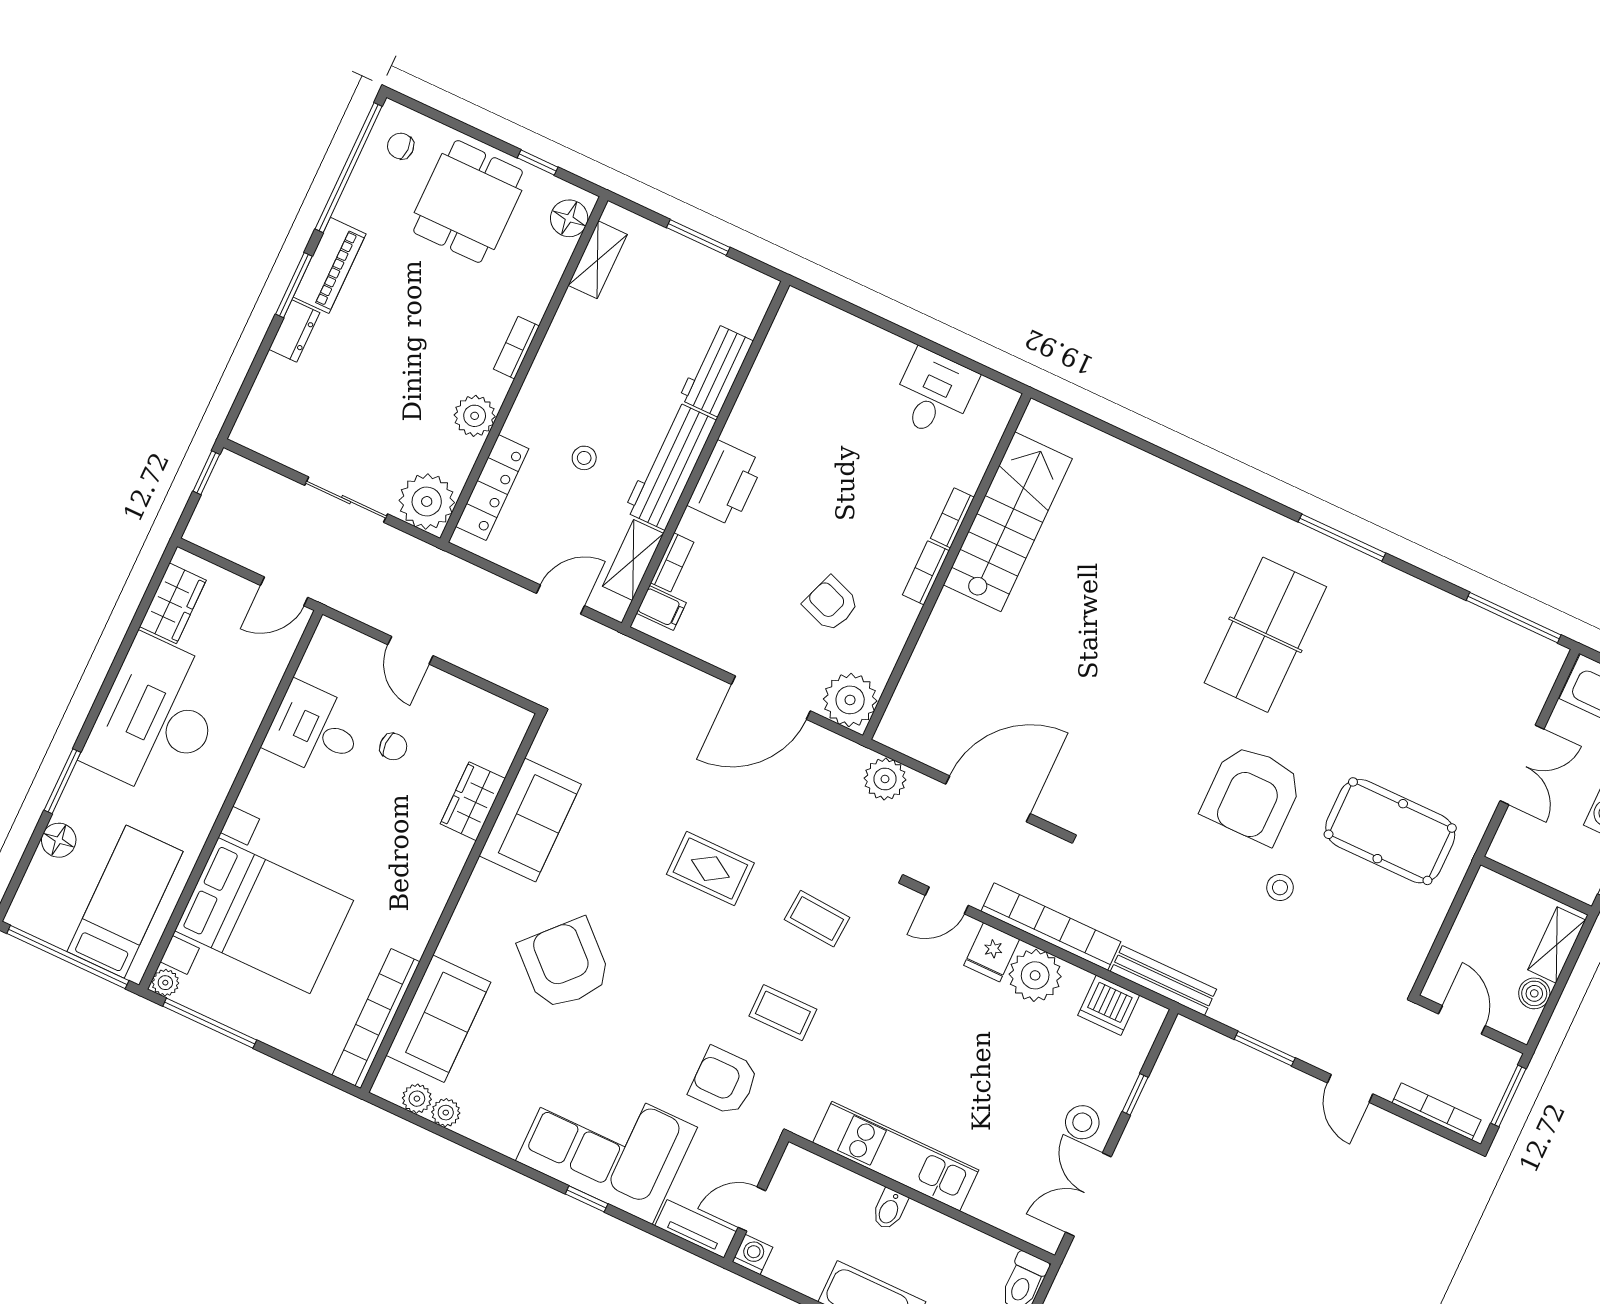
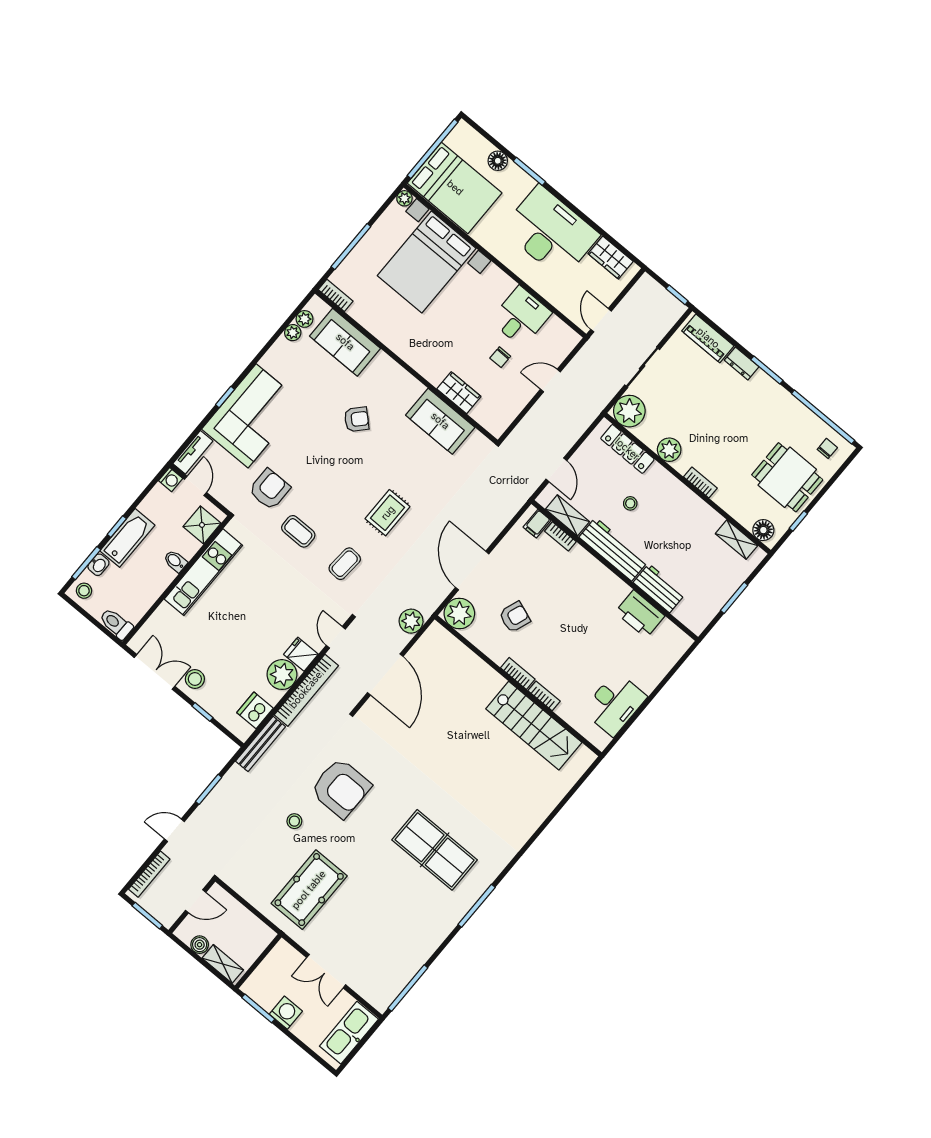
piano: (330, 265) -> (708, 338), moved
desk: (934, 394) -> (615, 704), width x1.37
printer: (726, 483) -> (640, 614), moved
armchair: (1252, 794) -> (341, 788), moved, turned 180
bed: (125, 902) -> (455, 188), width x1.50
armchair: (565, 964) -> (357, 419), width x0.53, depth x0.53
coffee table: (783, 1013) -> (298, 531), turned 90
bookcase: (376, 1019) -> (336, 295), width x0.43, depth x0.76
window: (210, 1023) -> (351, 247), moved
shower: (816, 1180) -> (202, 525), added

